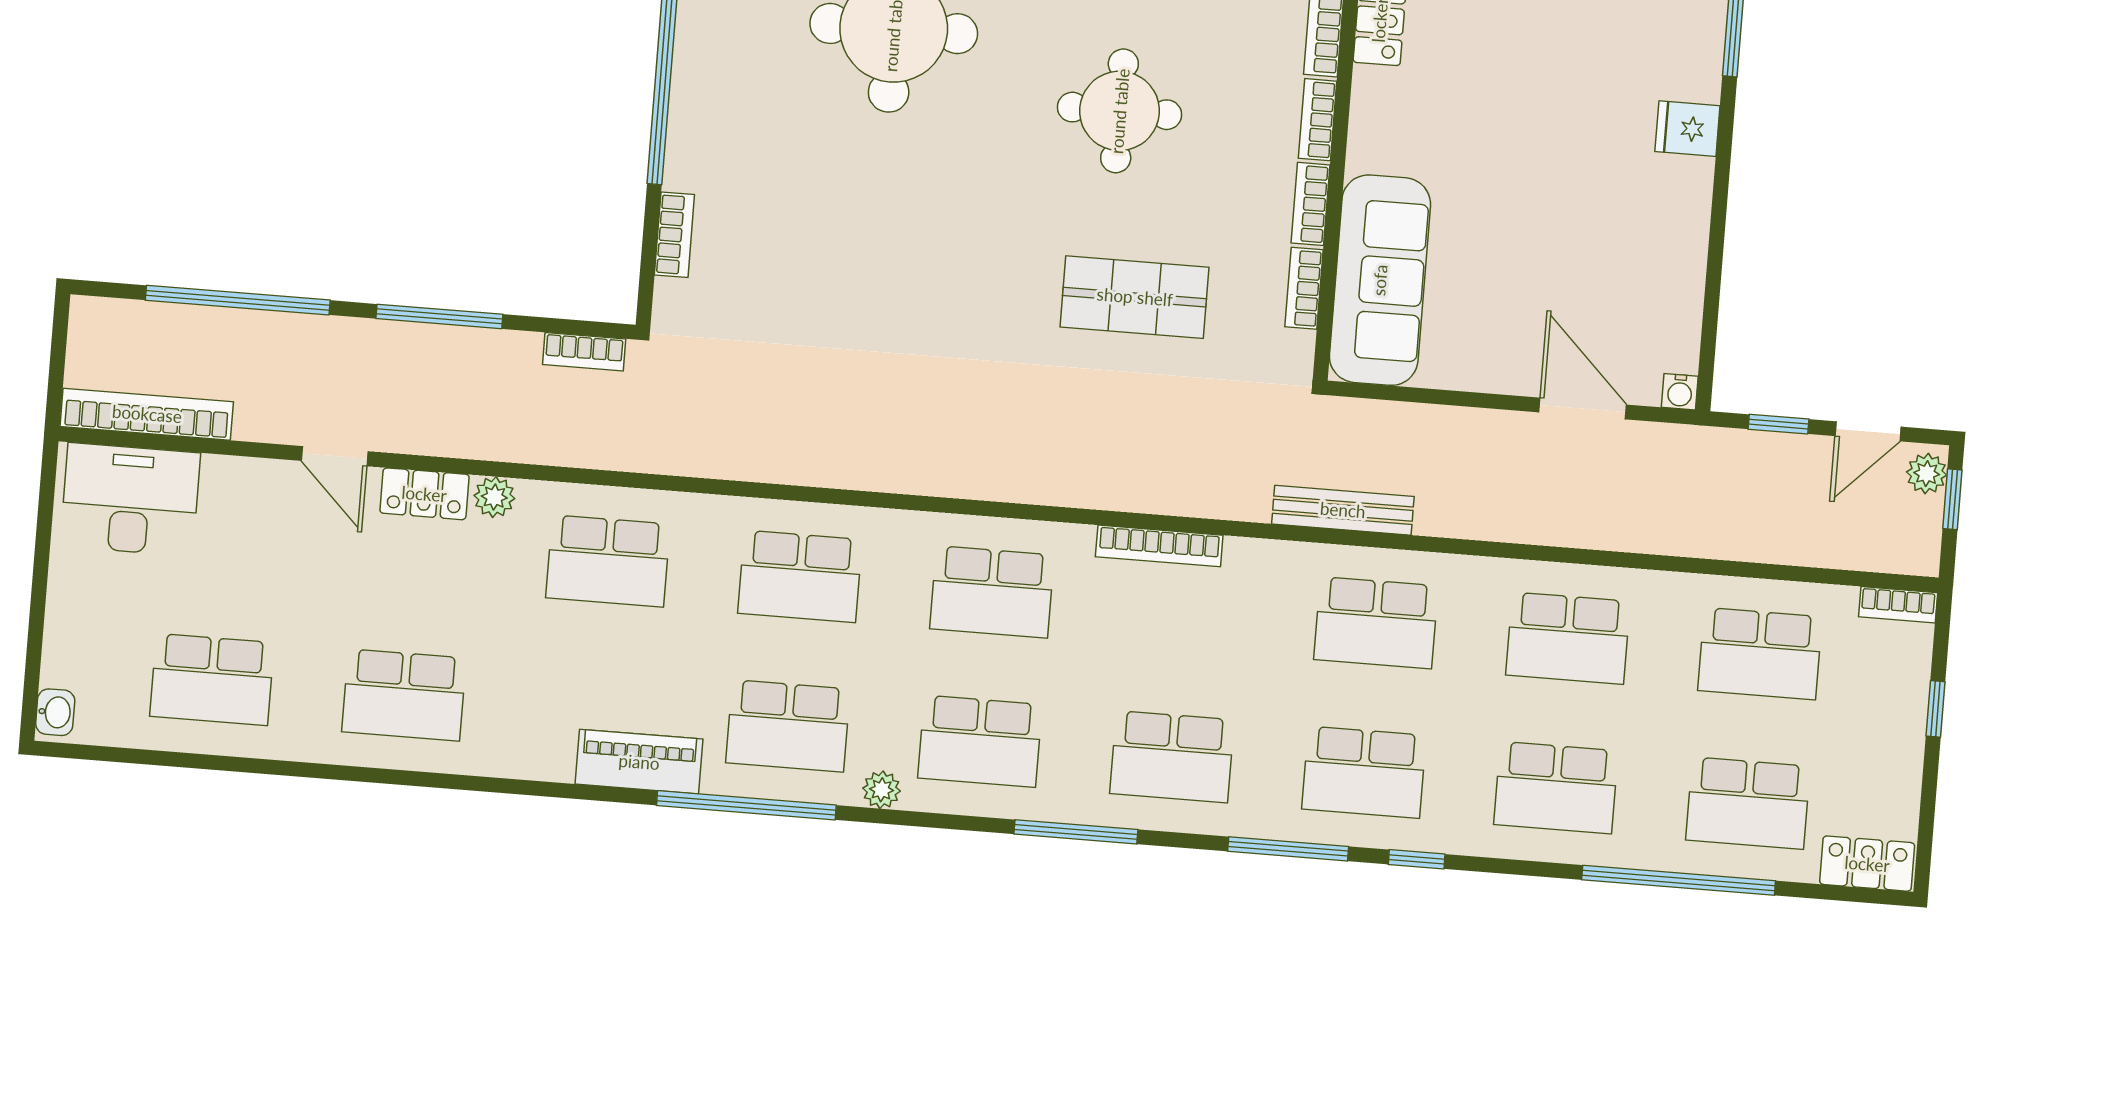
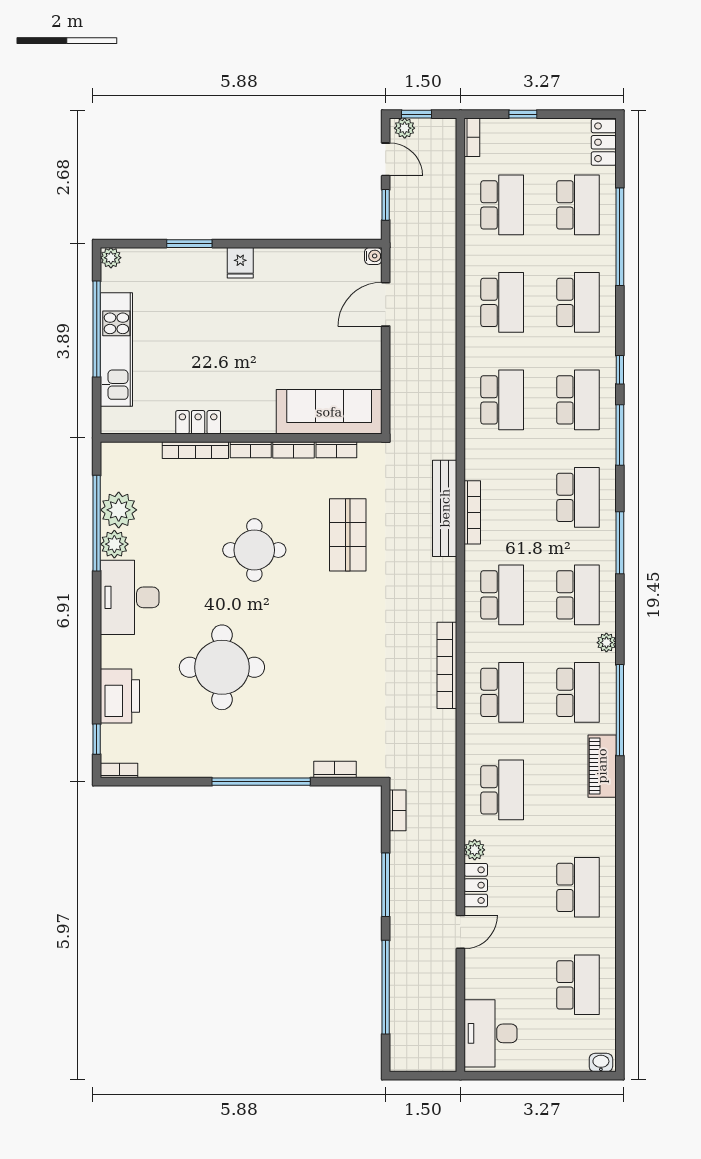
bookcase: (147, 414) -> (447, 665), moved
bench: (1343, 510) -> (445, 508), moved, width x1.37, depth x1.21

